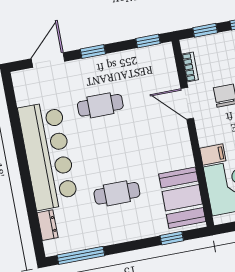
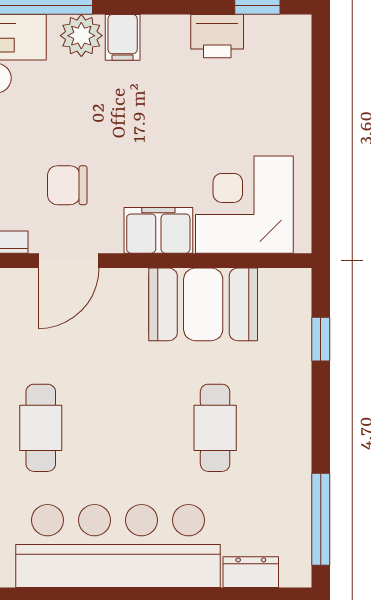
filing cabinet: (213, 154) -> (158, 230), width x2.00
booth: (182, 198) -> (203, 304), moved

